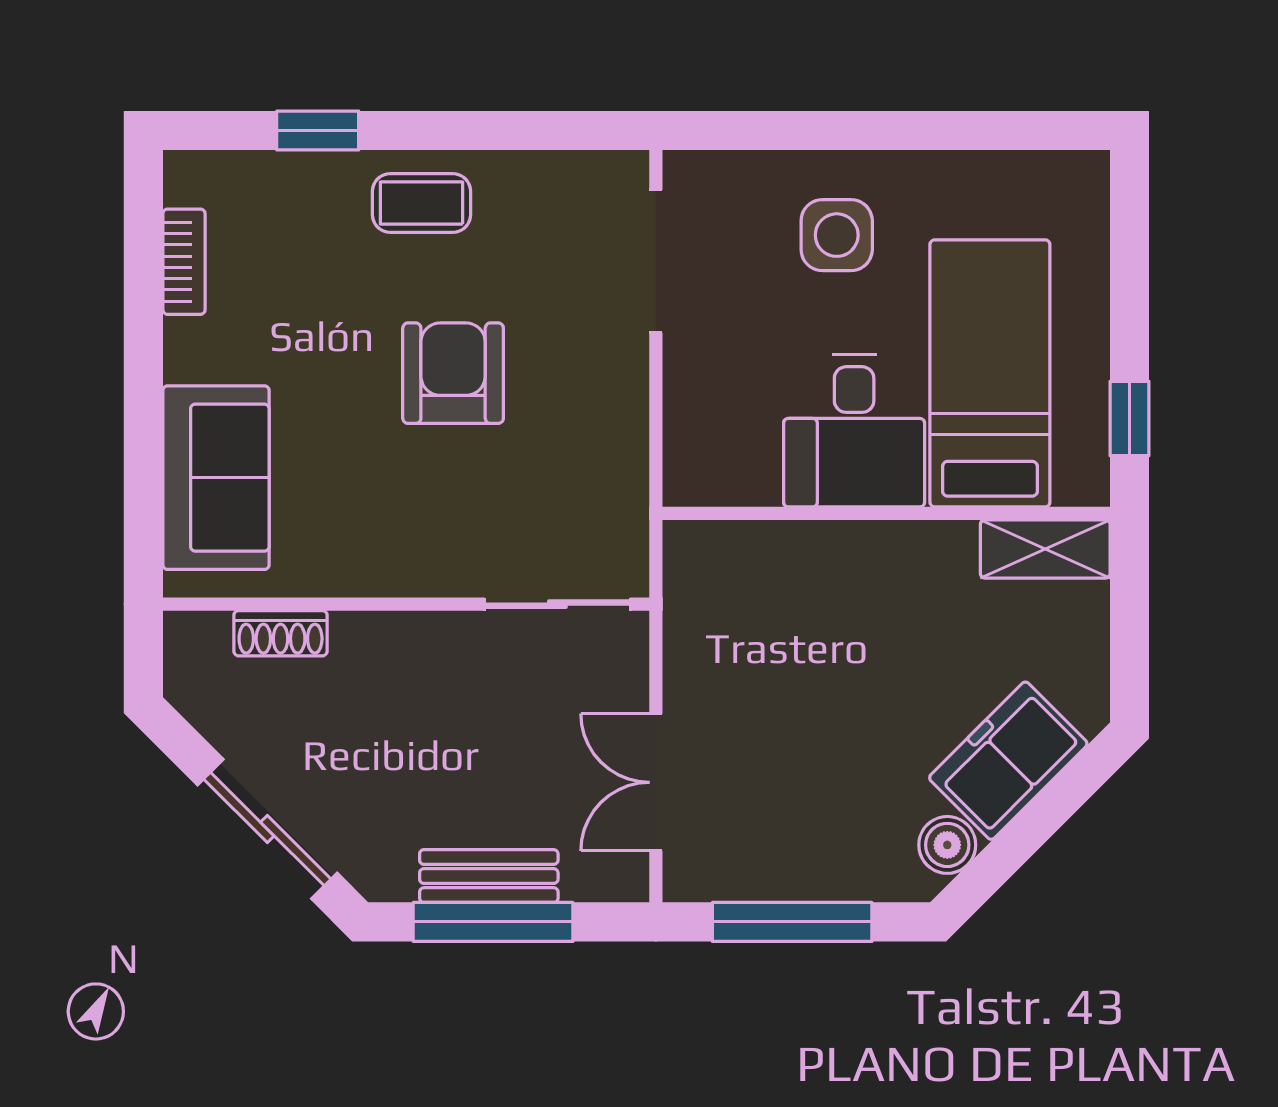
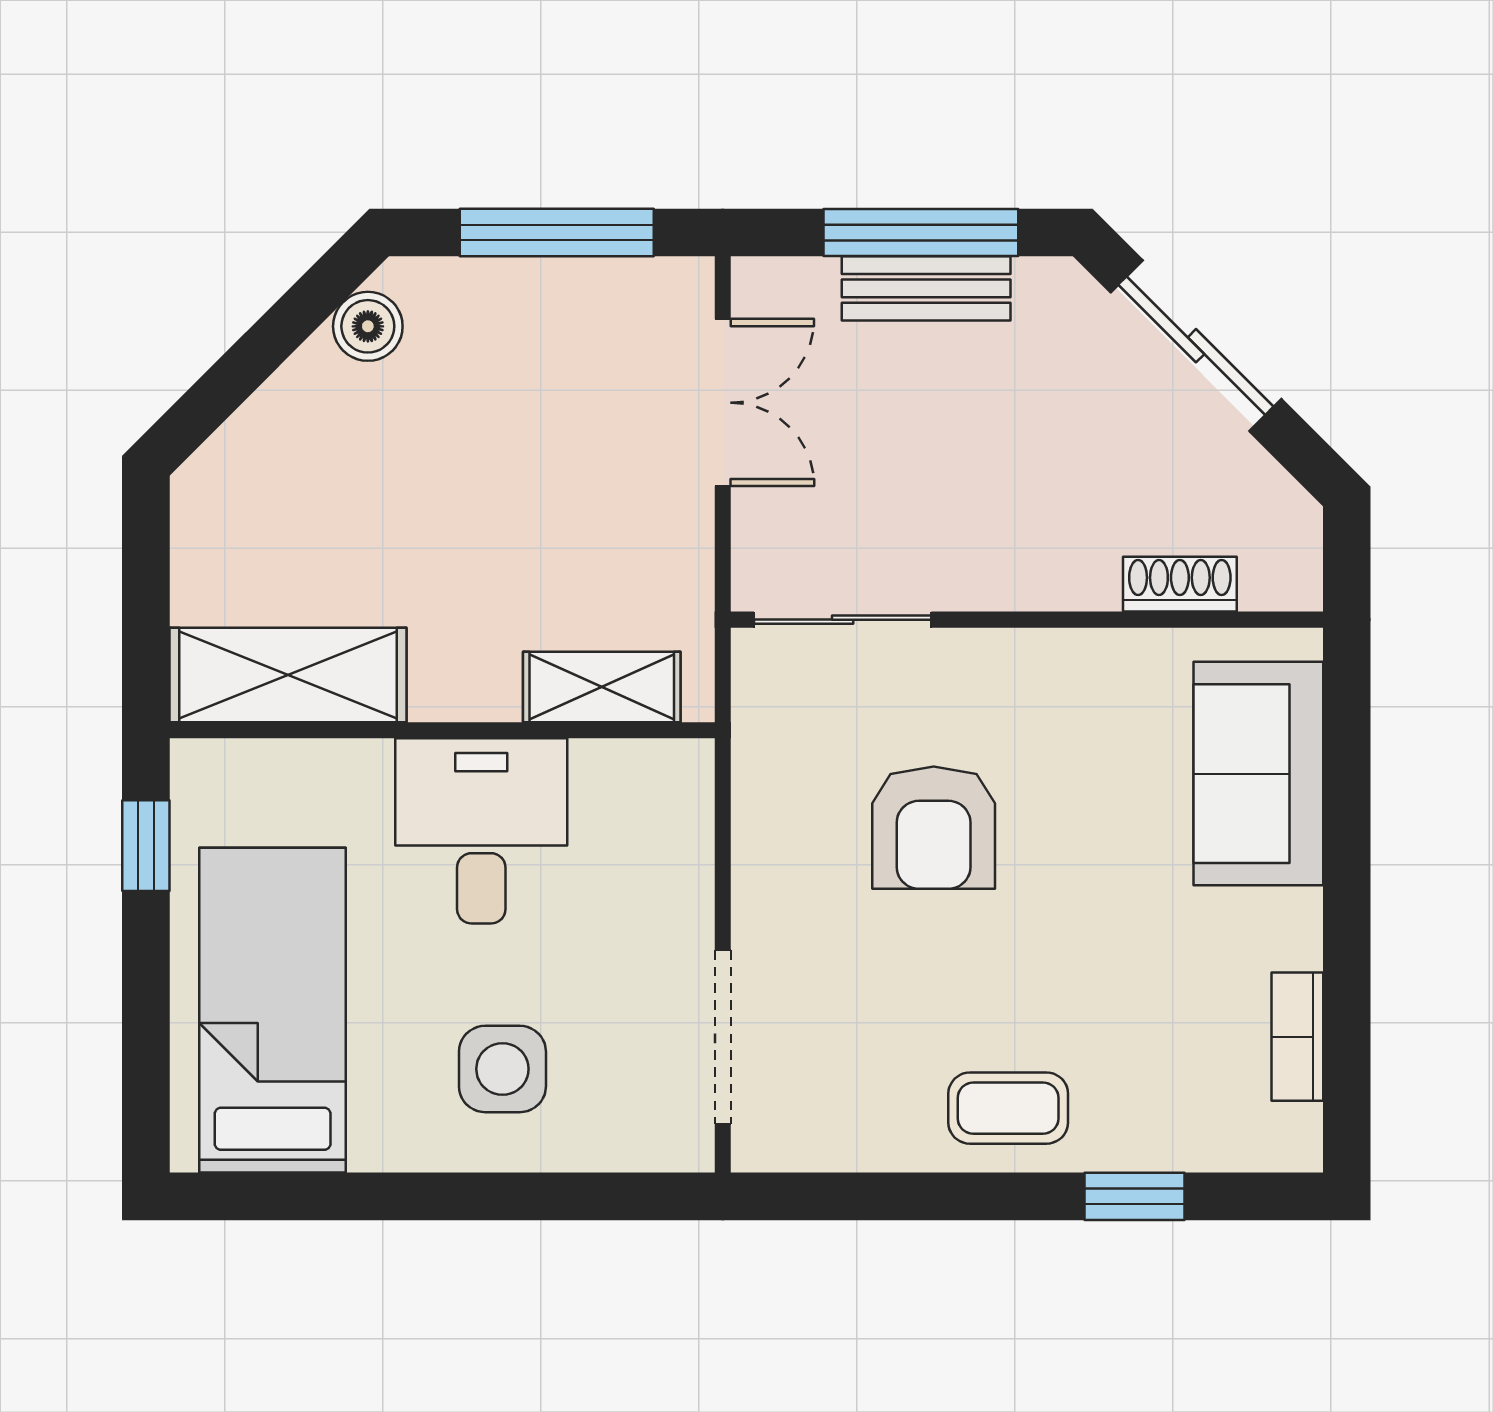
armchair: (453, 373) -> (934, 828), moved
bed: (990, 373) -> (273, 1010), moved, turned 180
shelving: (755, 549) -> (602, 687), added
shelving: (1045, 549) -> (288, 675), width x1.50, depth x1.33
freezer: (1008, 761) -> (294, 429), removed

